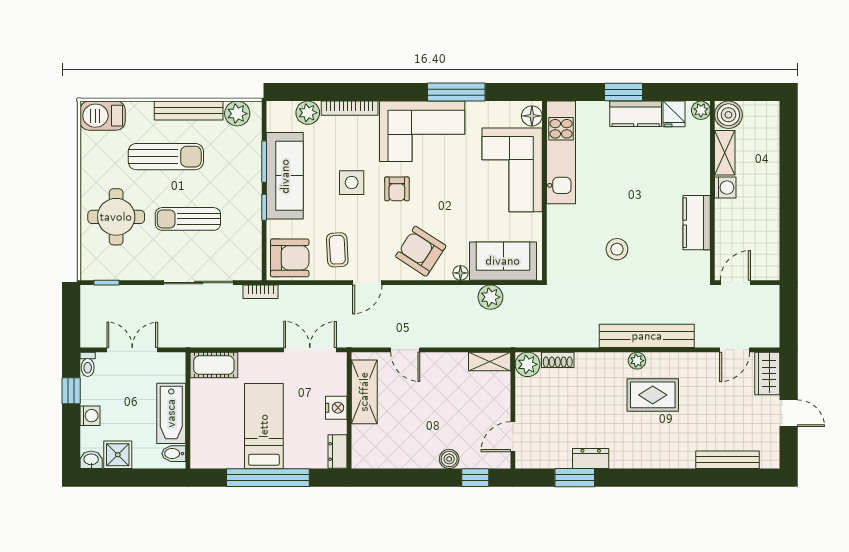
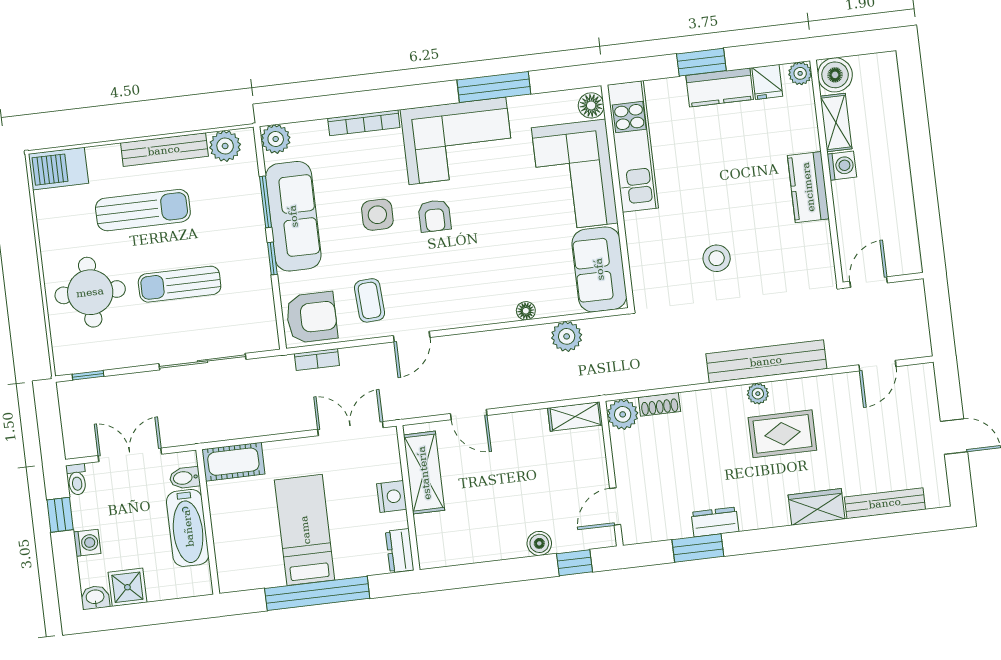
plant: (308, 113) -> (276, 139), moved
kitchen counter: (697, 223) -> (808, 187), moved
armchair: (421, 251) -> (473, 290), removed
sofa: (503, 261) -> (599, 269), moved, turned -90
bookcase: (261, 292) -> (317, 359), moved
wardrobe: (767, 373) -> (817, 507), moved, turned 90
bidet: (174, 454) -> (185, 478), moved

